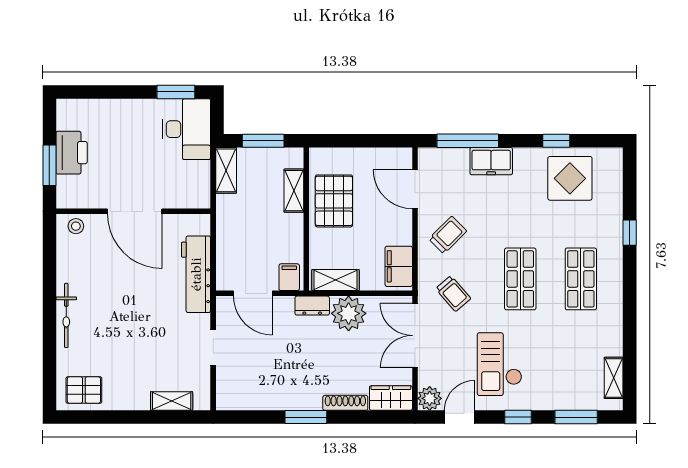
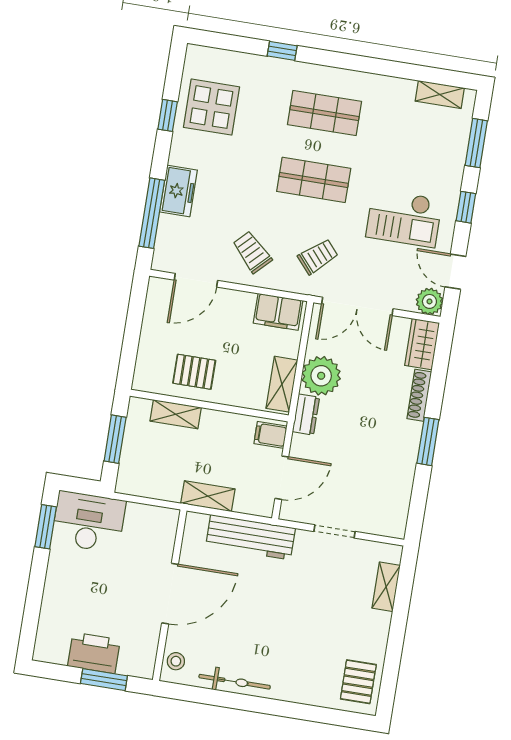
shelving: (226, 170) -> (208, 496), moved
pallet: (334, 201) -> (194, 372), width x0.67, depth x0.71
bicycle: (66, 315) -> (235, 682), moved

